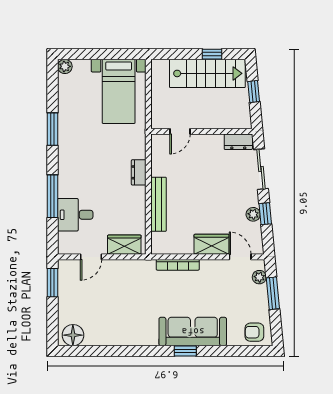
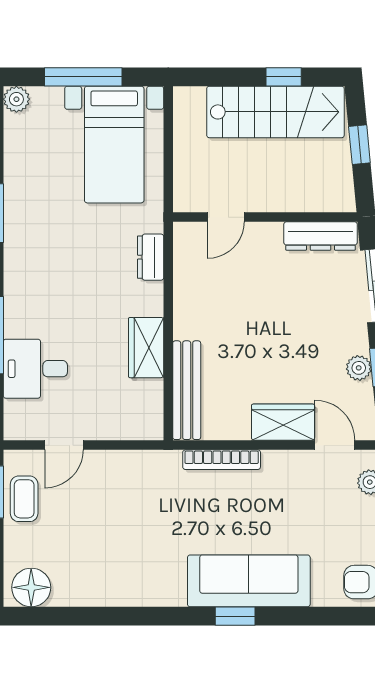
window: (102, 54) -> (83, 77), added
dresser: (238, 142) -> (320, 236), width x1.44
dresser: (139, 172) -> (151, 257), moved
bench: (159, 204) -> (187, 390), moved
wardrobe: (124, 245) -> (146, 348), moved, turned -90
coffee table: (69, 286) -> (24, 499), added

